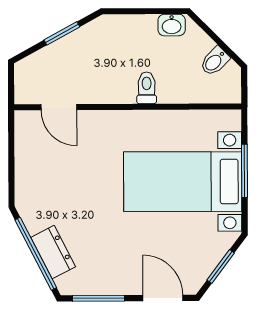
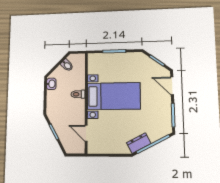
door: (59, 107) -> (86, 133), swing flipped
bed with nightstands: (183, 182) -> (114, 96), moved, turned -90
dresser: (53, 252) -> (139, 143), moved
door: (163, 298) -> (172, 86), hinge flipped

